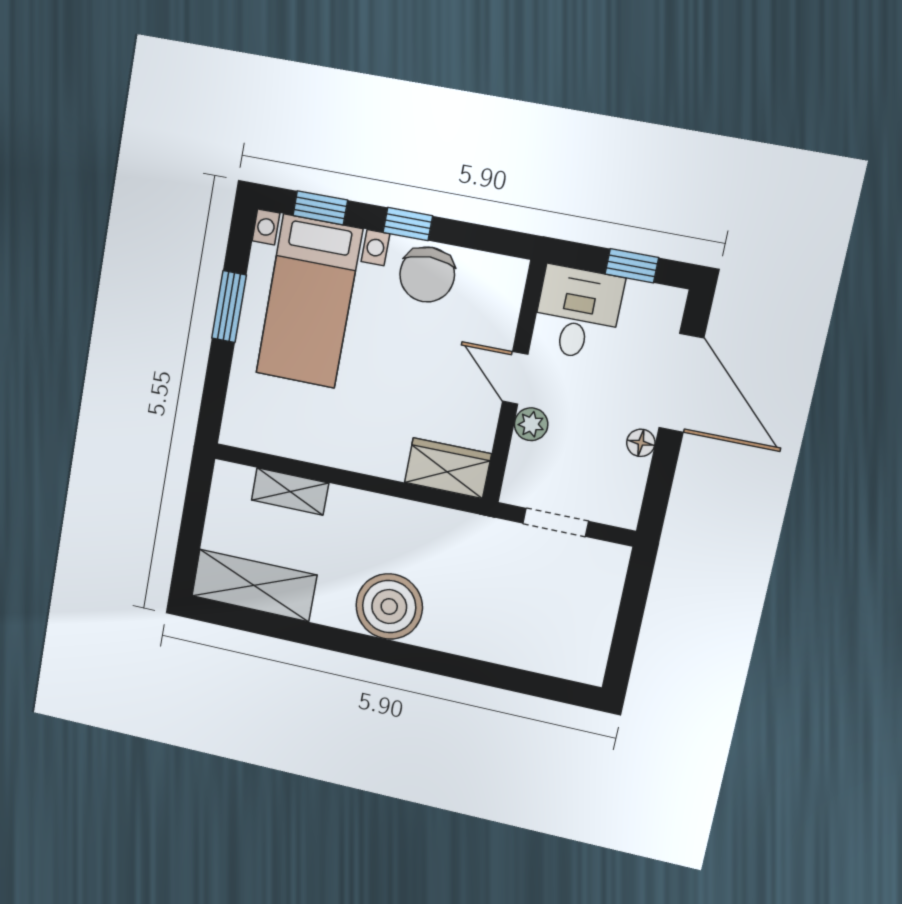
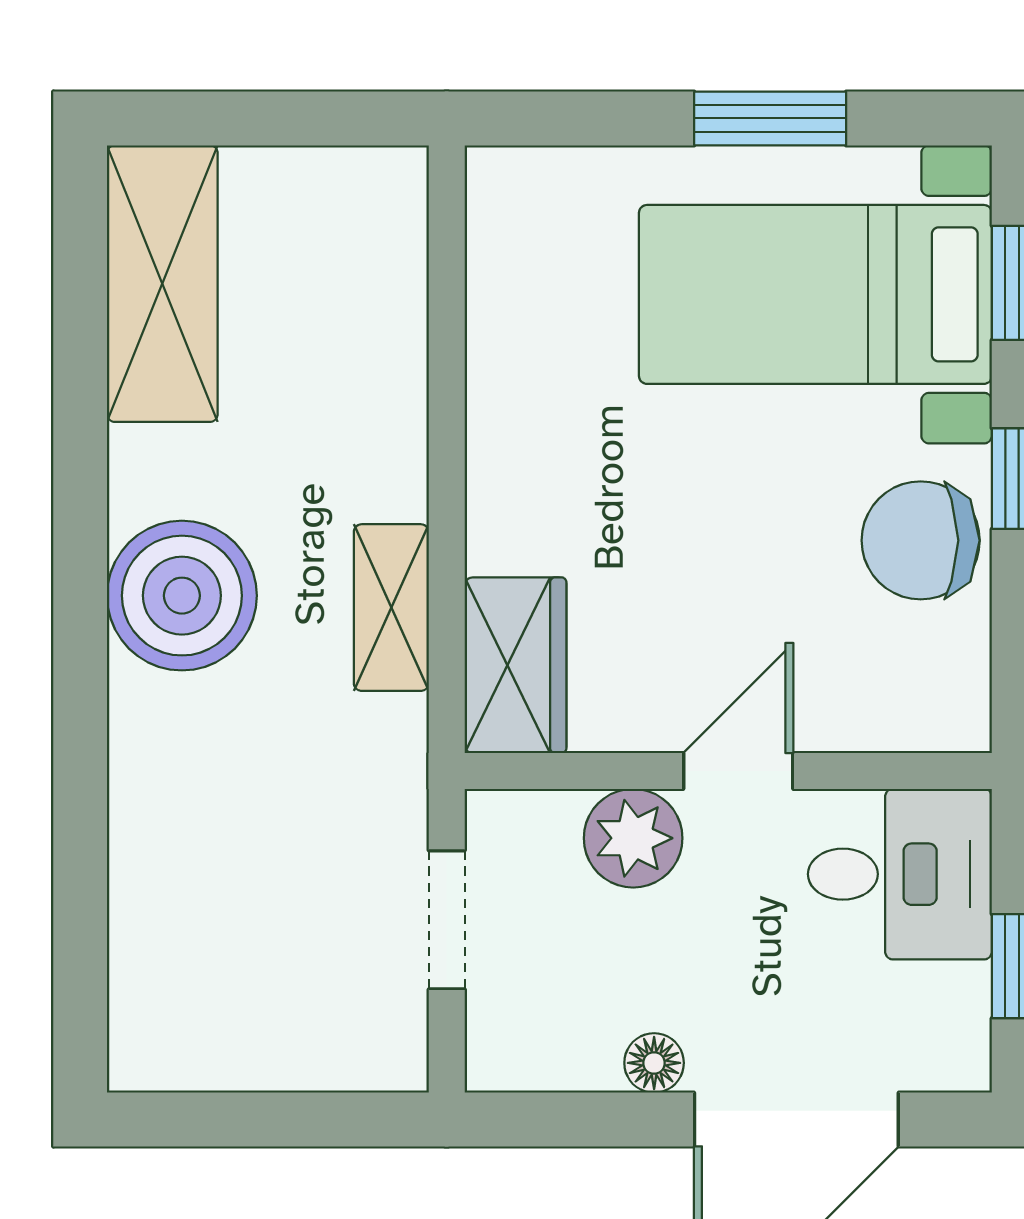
plant: (531, 424) -> (633, 838), width x1.38, depth x1.38
shelving: (290, 492) -> (391, 608), moved

